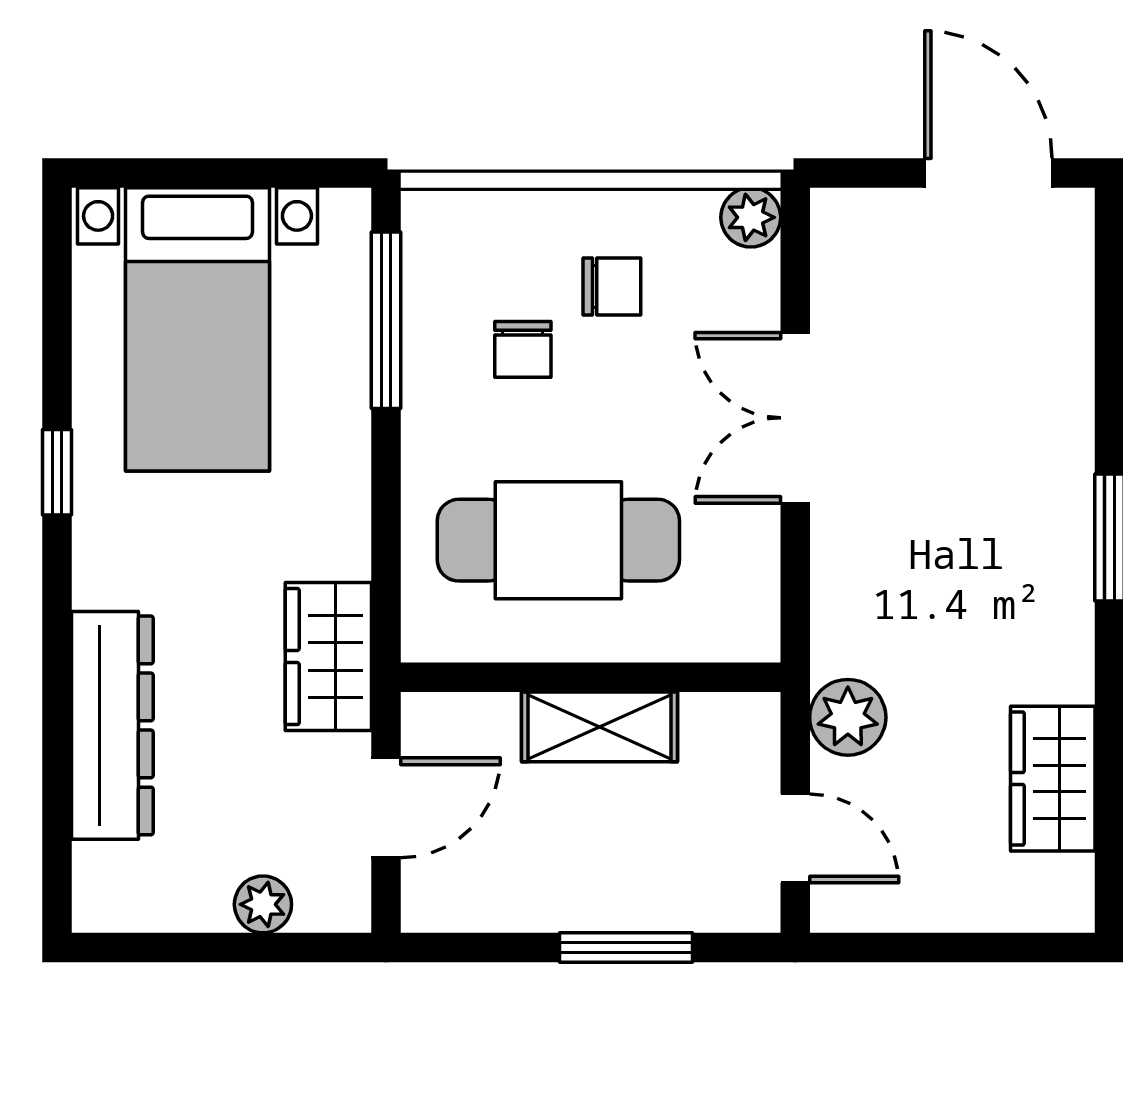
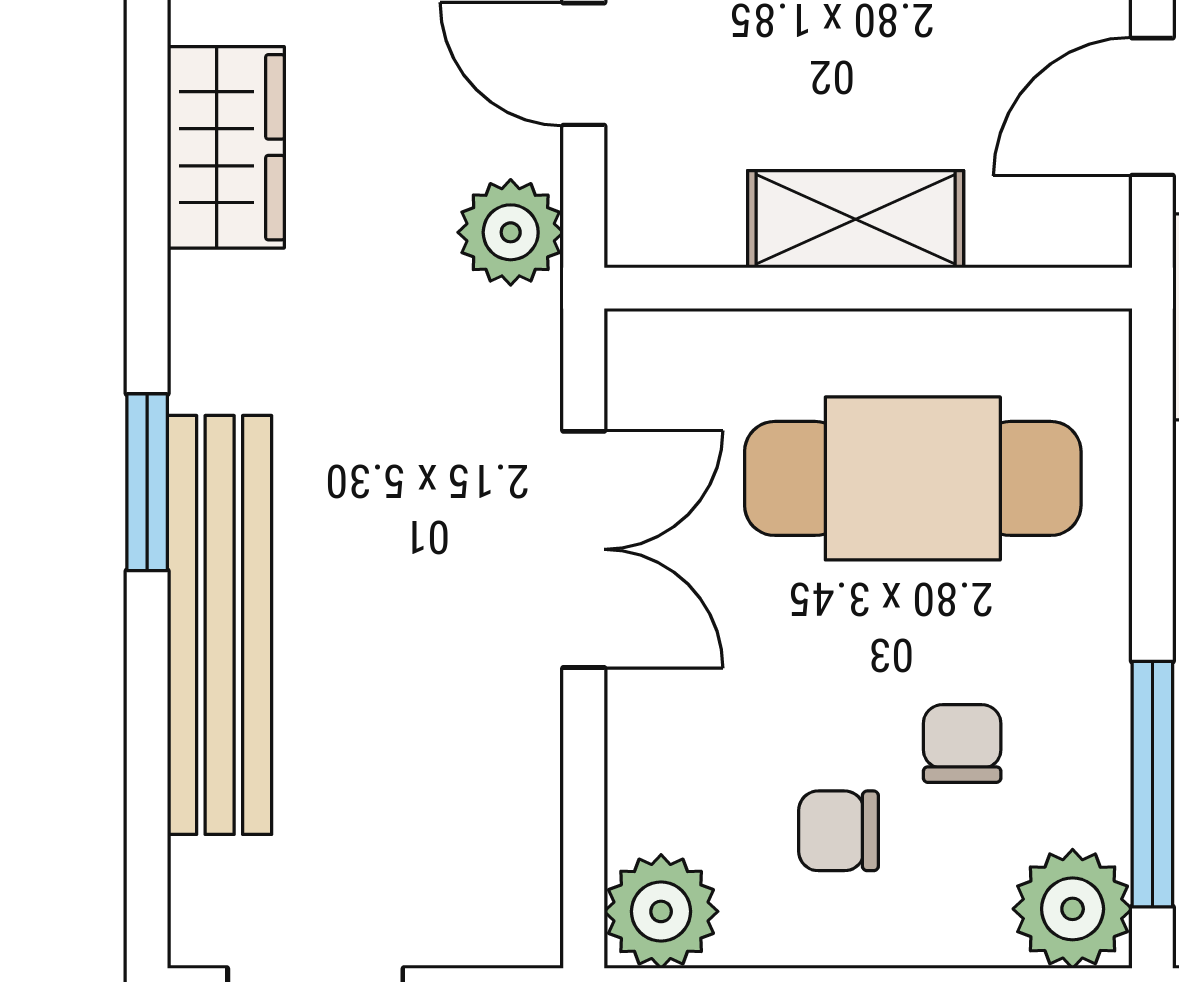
plant: (751, 217) -> (661, 911), width x1.38, depth x1.38
plant: (443, 230) -> (1073, 909), added
double door: (795, 418) -> (584, 549), moved
bench: (1057, 435) -> (220, 625), added

